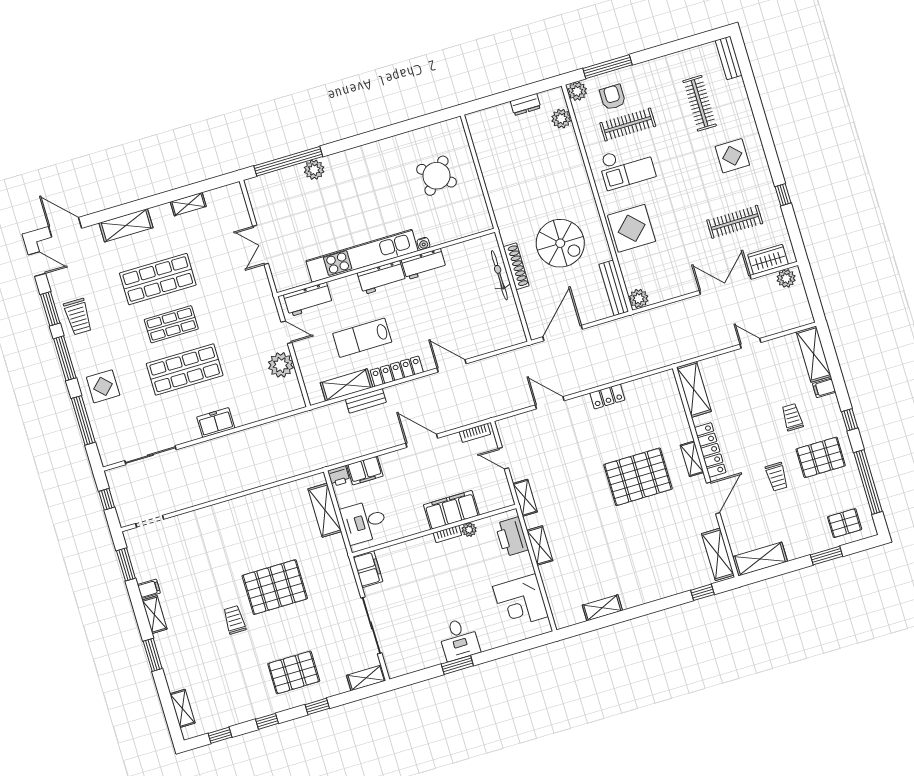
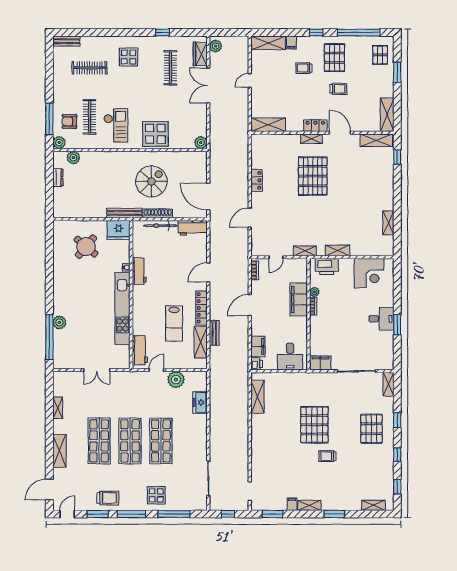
fridge: (475, 216) -> (119, 230), added
workbench: (382, 278) -> (193, 228), moved, turned 90
bench: (614, 288) -> (124, 213), moved
shop shelf: (171, 324) -> (130, 441), width x1.43, depth x1.36
freezer: (216, 423) -> (200, 402), moved
locker: (710, 450) -> (315, 126), width x0.66
shelving: (325, 510) -> (258, 397), moved, turned 90

